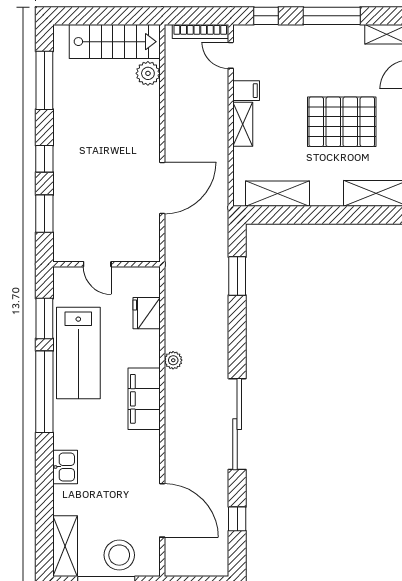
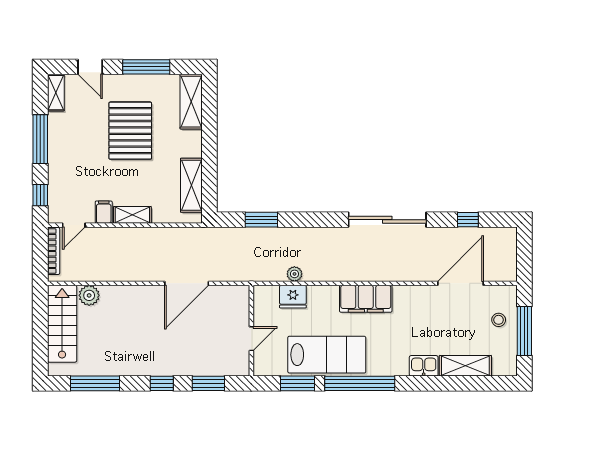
door: (162, 188) -> (187, 283), swing flipped
plant: (173, 360) -> (294, 274), moved
shelving: (65, 546) -> (465, 366), moved
stool: (119, 555) -> (499, 320), width x0.53, depth x0.53

